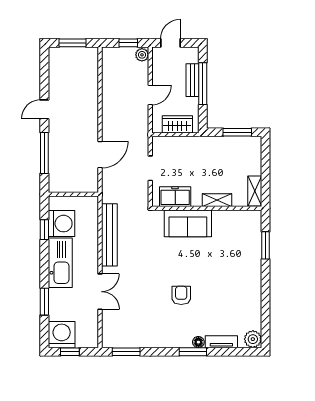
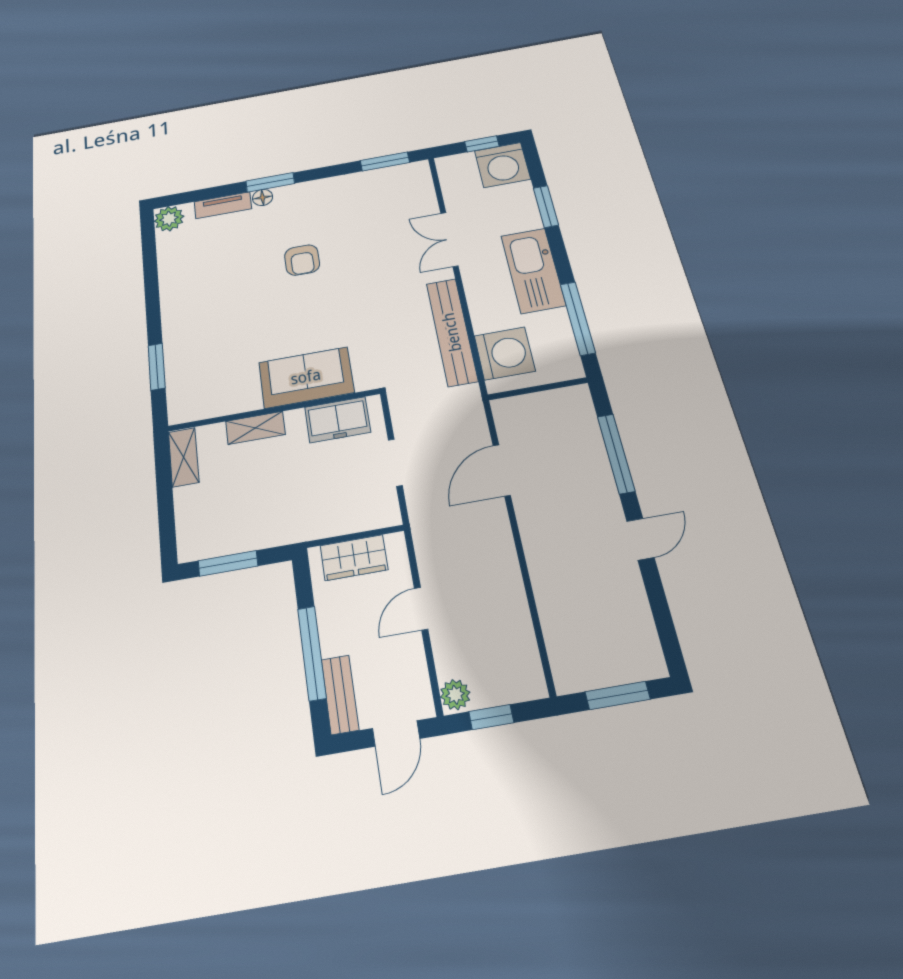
bench: (193, 80) -> (340, 695), moved
washing machine: (61, 224) -> (505, 353), moved, turned 180
window: (44, 230) -> (578, 318), width x2.17

